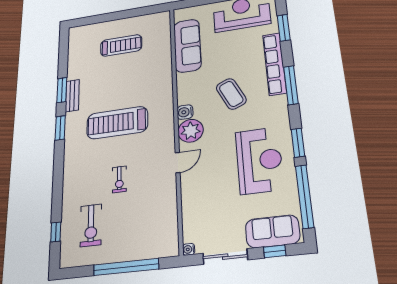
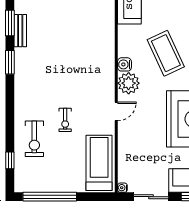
coffee table: (231, 94) -> (166, 53), width x1.36, depth x1.32
treadmill: (117, 123) -> (99, 163), moved, turned 90
exercise bike: (91, 225) -> (34, 139), moved
window: (126, 267) -> (50, 197), moved

